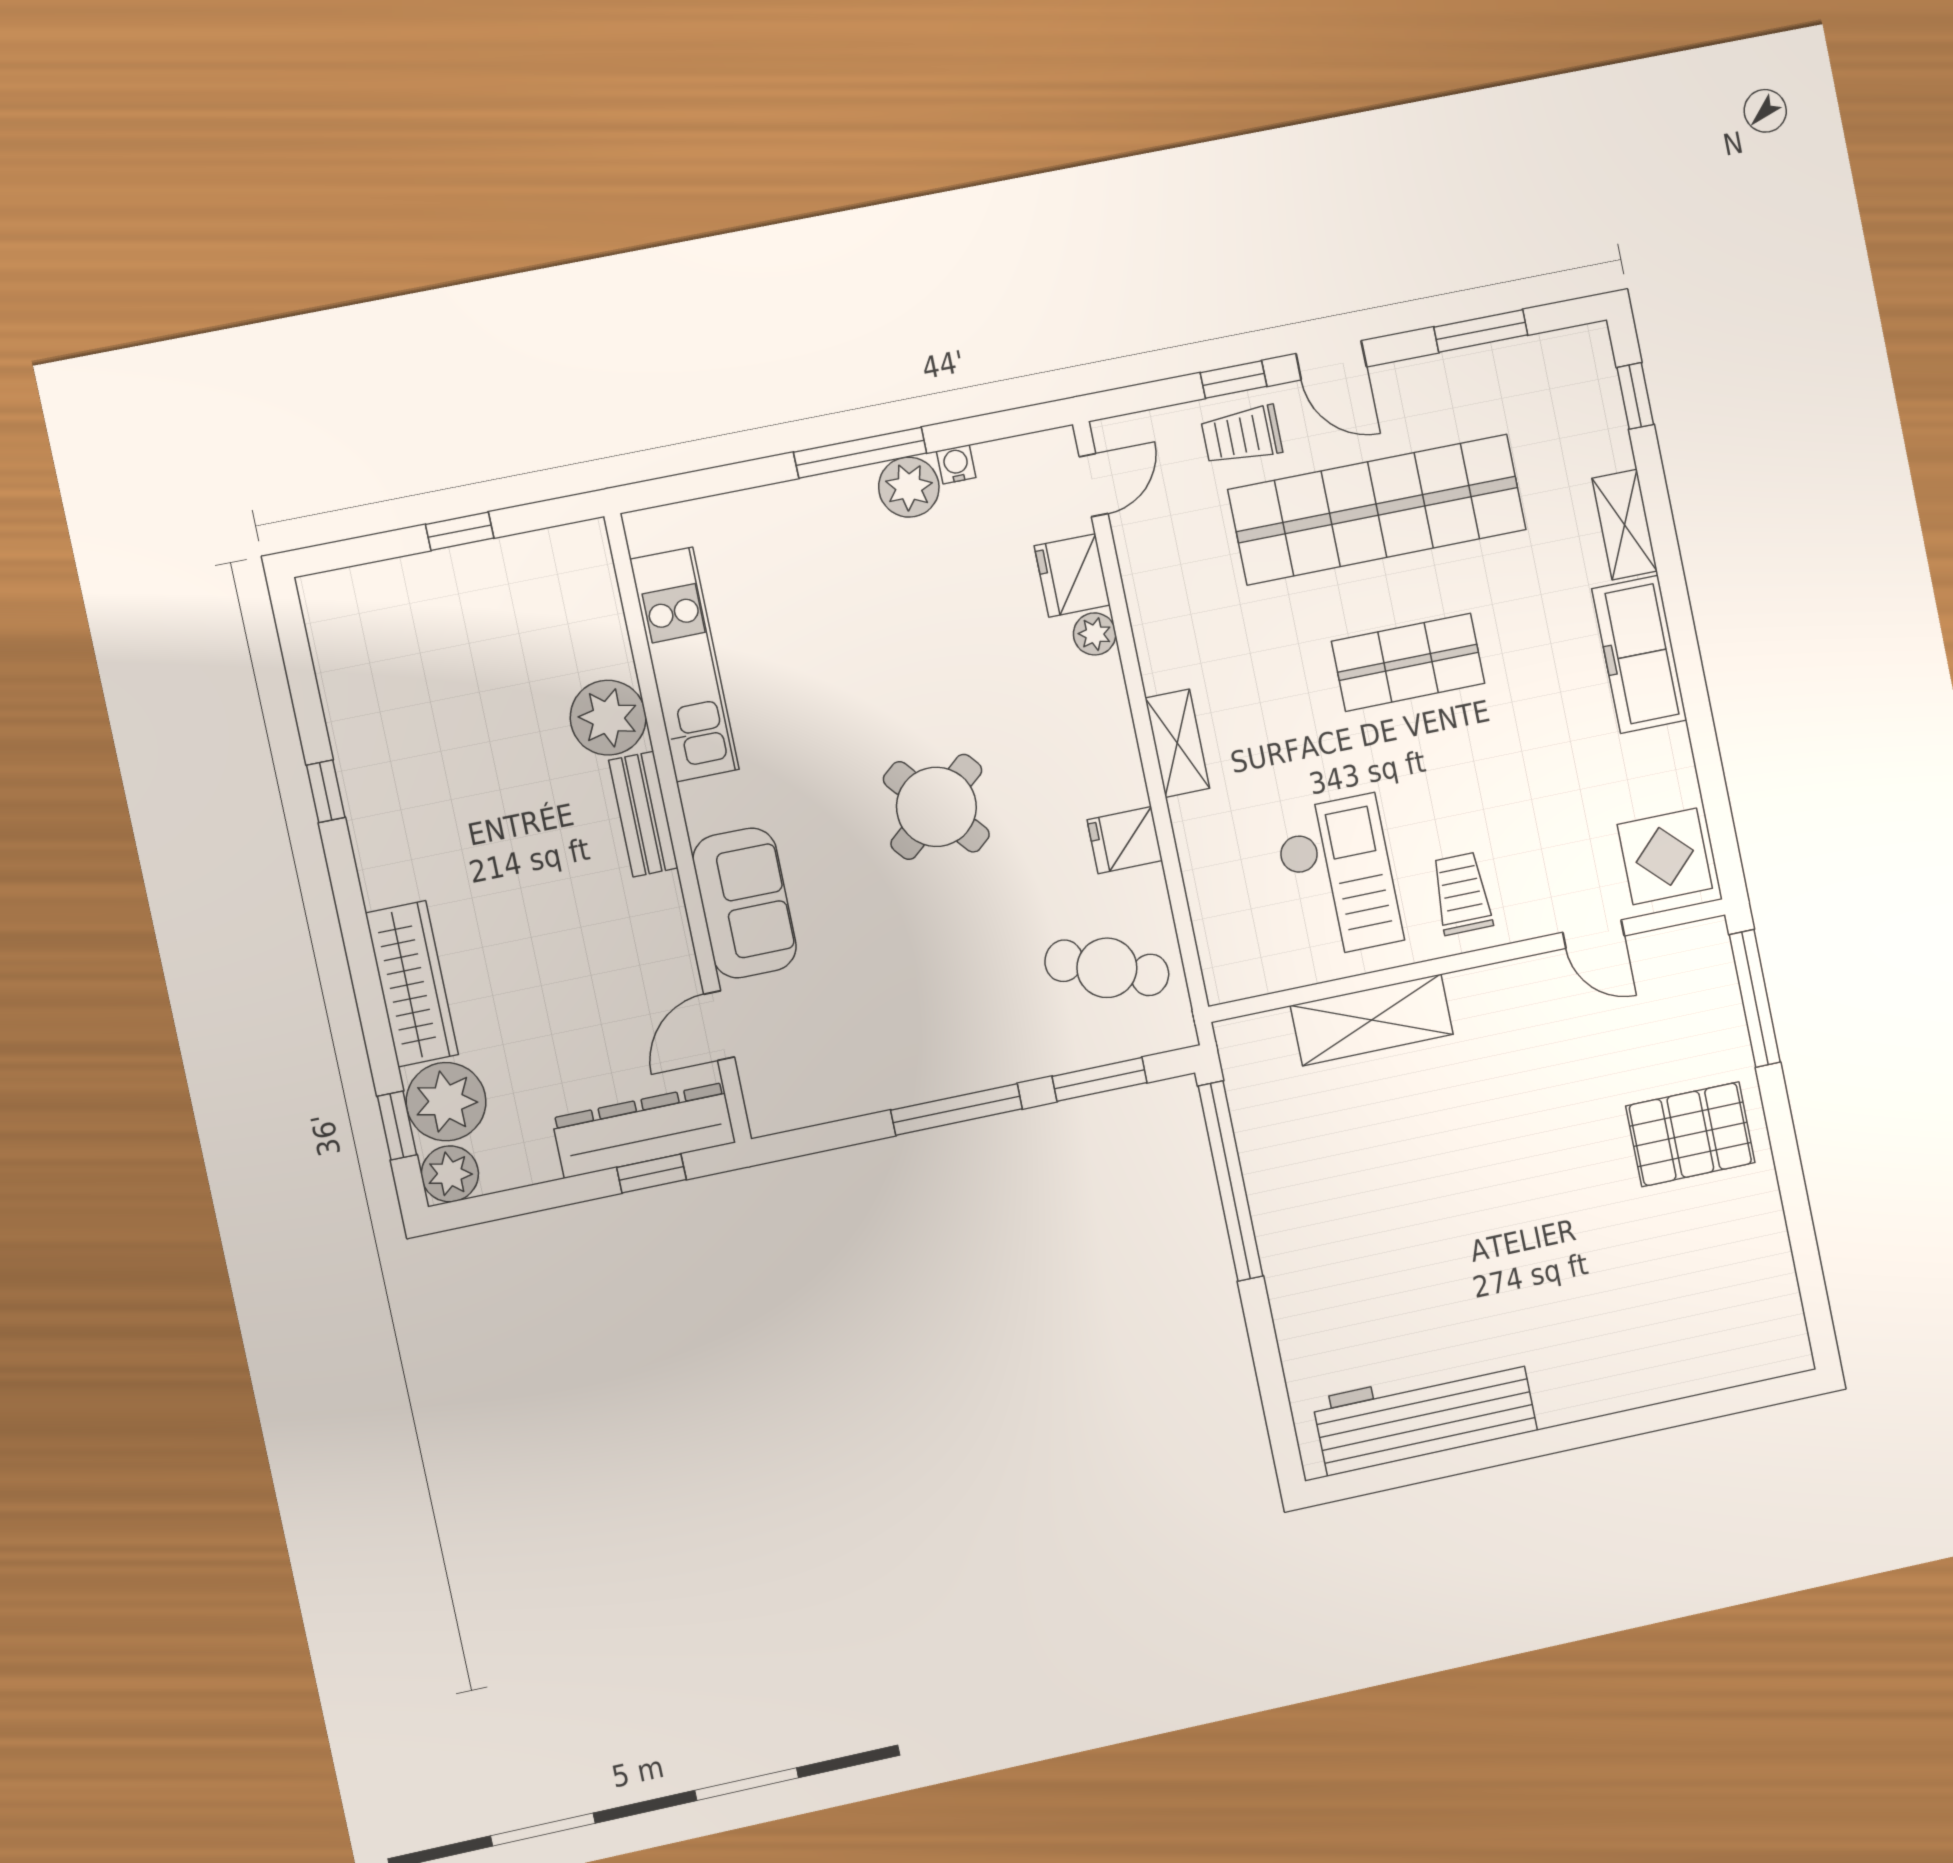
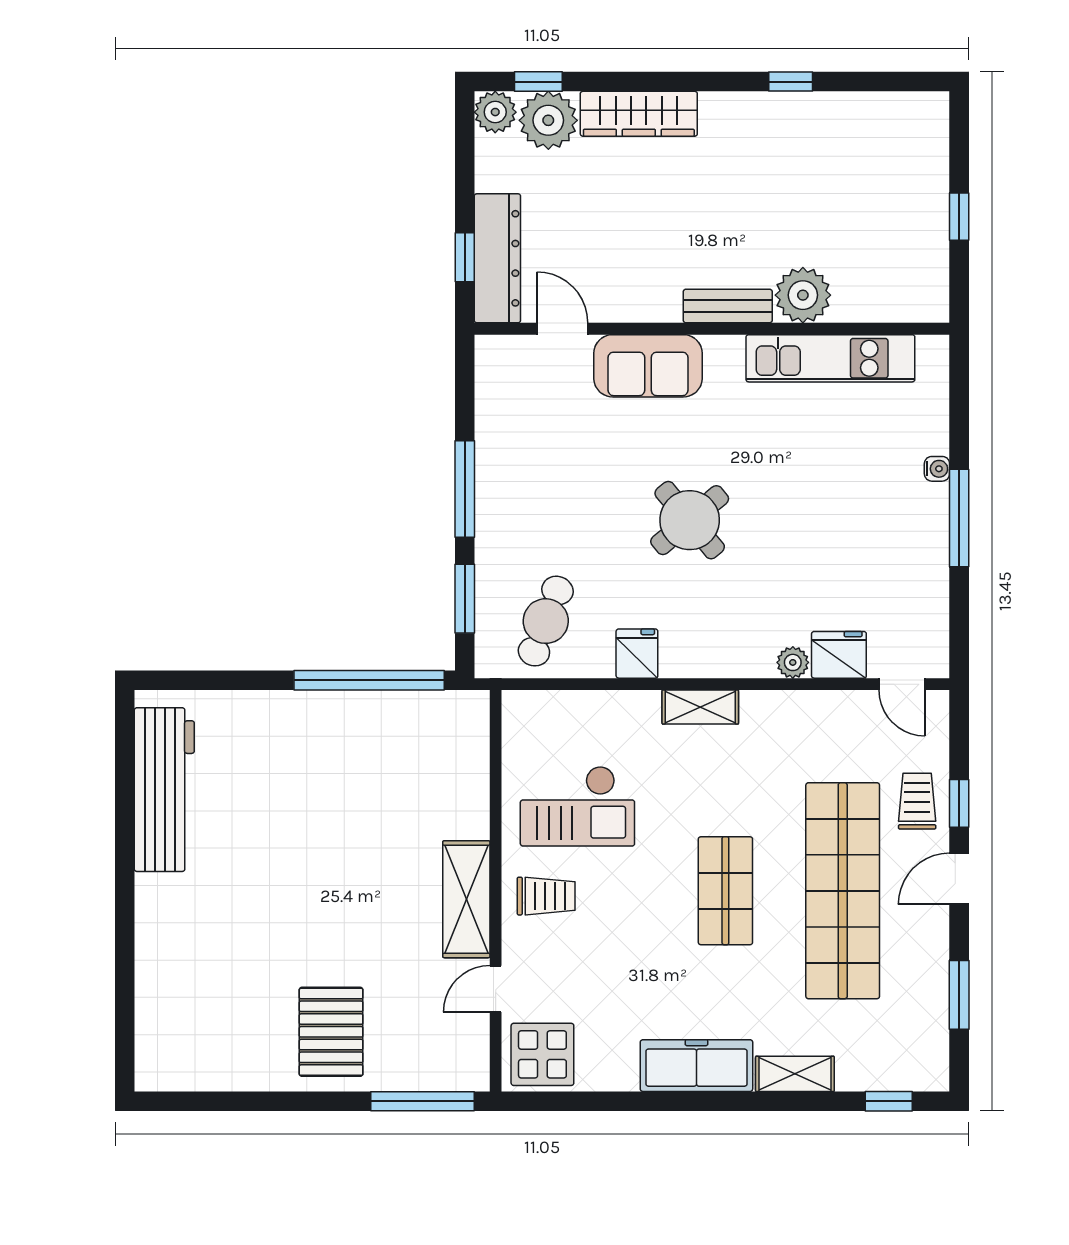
water cooler: (956, 464) -> (937, 469), moved
plant: (909, 487) -> (927, 548), removed
shelving: (1372, 1020) -> (466, 899), moved

